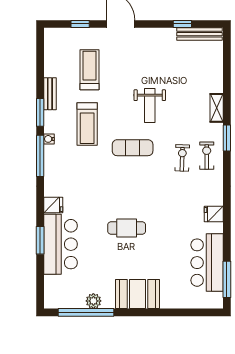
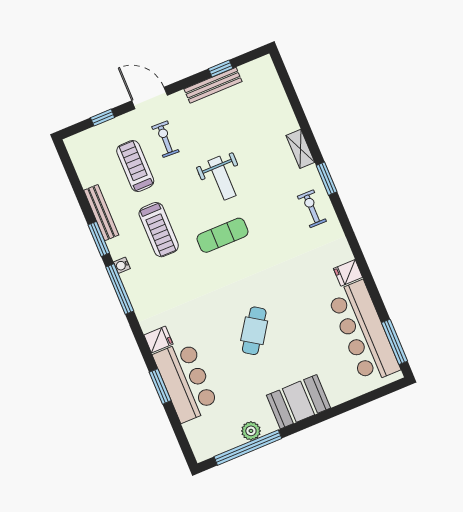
bench: (199, 34) -> (213, 85), moved
bench: (50, 94) -> (101, 213), width x1.36
exercise bike: (182, 158) -> (165, 139), moved
cafe table: (127, 228) -> (254, 331), turned -56
bar counter: (207, 263) -> (364, 332), width x1.36

